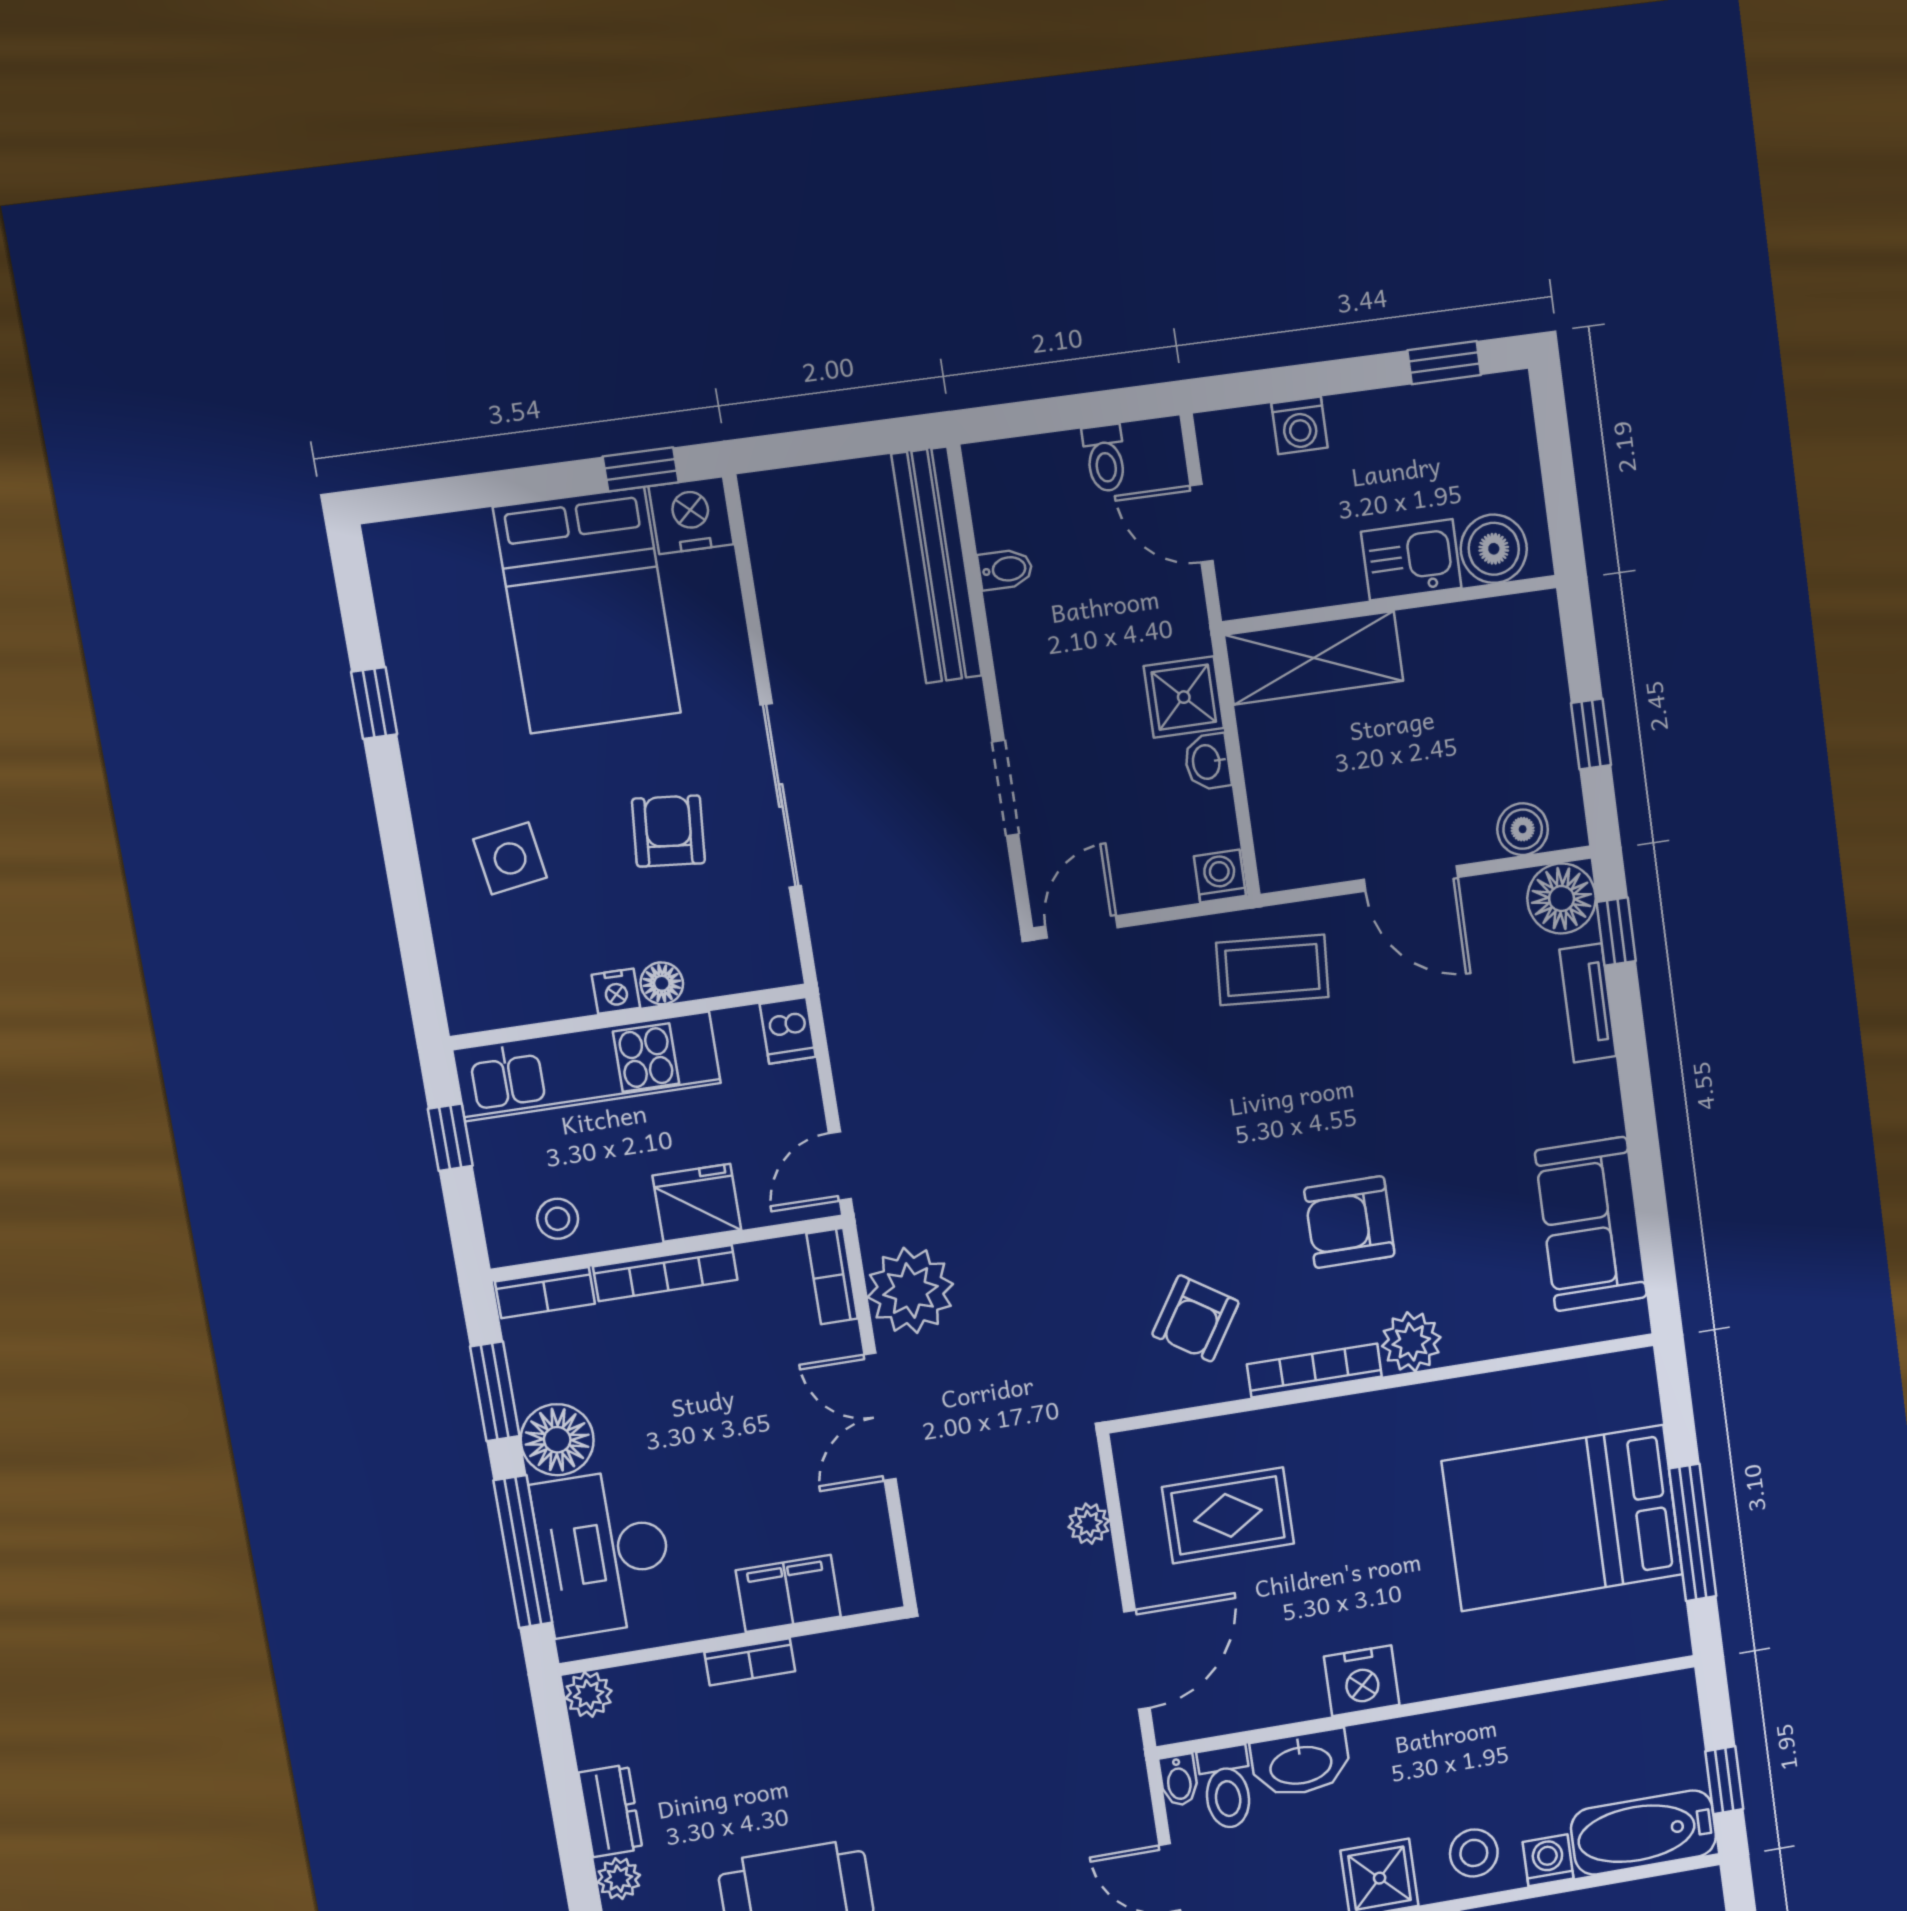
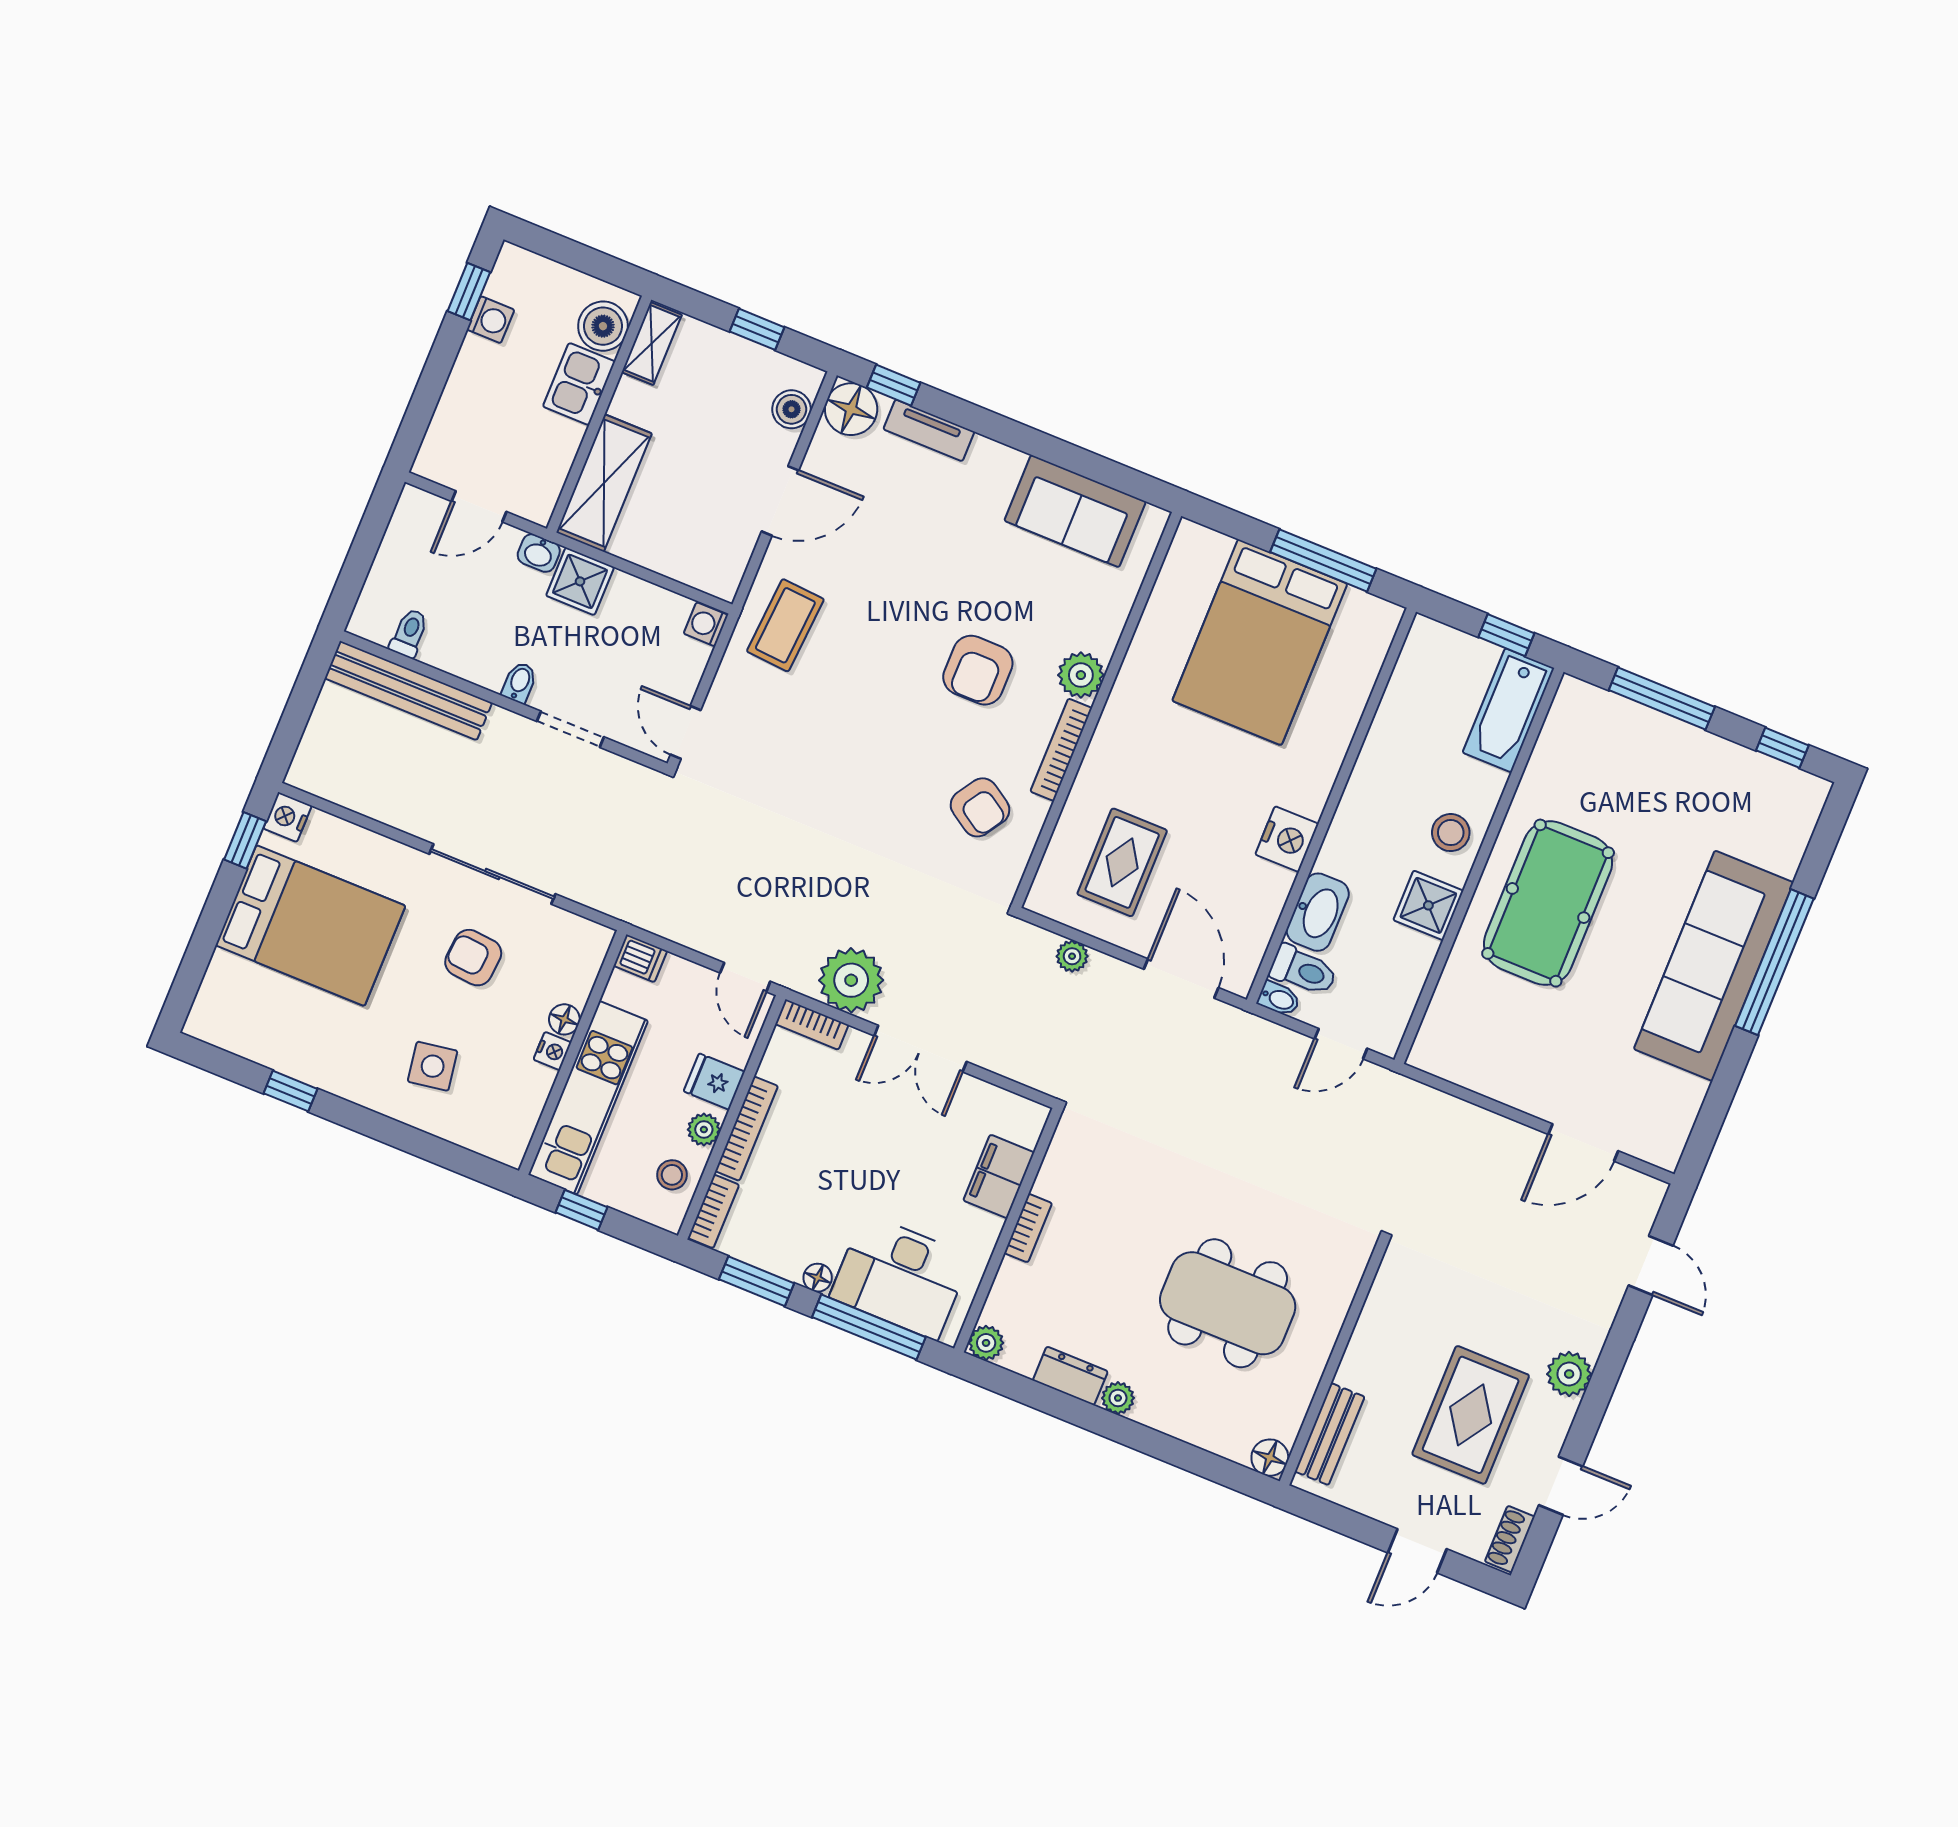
washing machine: (1300, 425) -> (491, 320), moved
toilet: (1105, 458) -> (409, 633), moved, turned -90
nightstand: (691, 515) -> (287, 817), width x0.74, depth x0.75
bidet: (1005, 569) -> (519, 683), moved
shelving: (1506, 619) -> (652, 343), added
washbasin: (1207, 762) -> (539, 553), moved
fridge: (697, 1203) -> (714, 1082), width x0.72
plant: (634, 1224) -> (704, 1130), added
floor lamp: (557, 1440) -> (818, 1278), width x0.53, depth x0.53
washing machine: (1548, 1860) -> (1487, 786), removed

